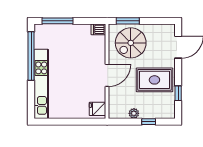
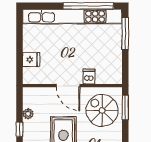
dishwasher: (98, 29) -> (89, 77), moved
kitchen unit: (41, 84) -> (72, 17), width x1.36
fridge: (97, 109) -> (31, 60), moved, turned 90

